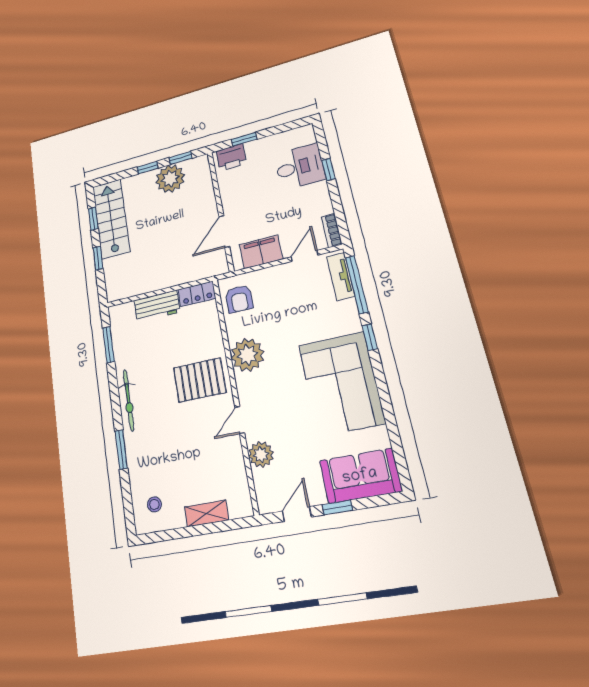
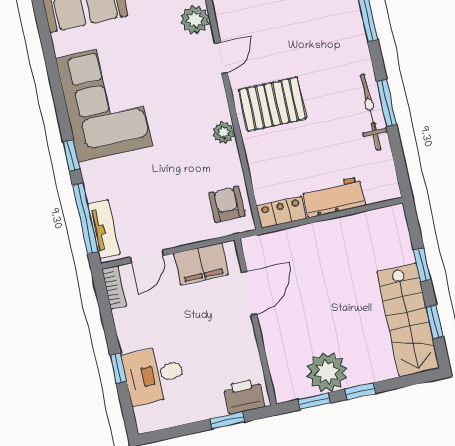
window: (108, 345) -> (386, 103), moved
plant: (247, 355) -> (224, 133), width x0.53, depth x0.53
bicycle: (128, 400) -> (371, 112), moved

